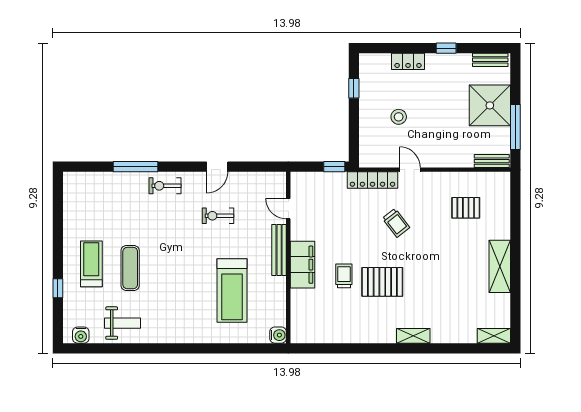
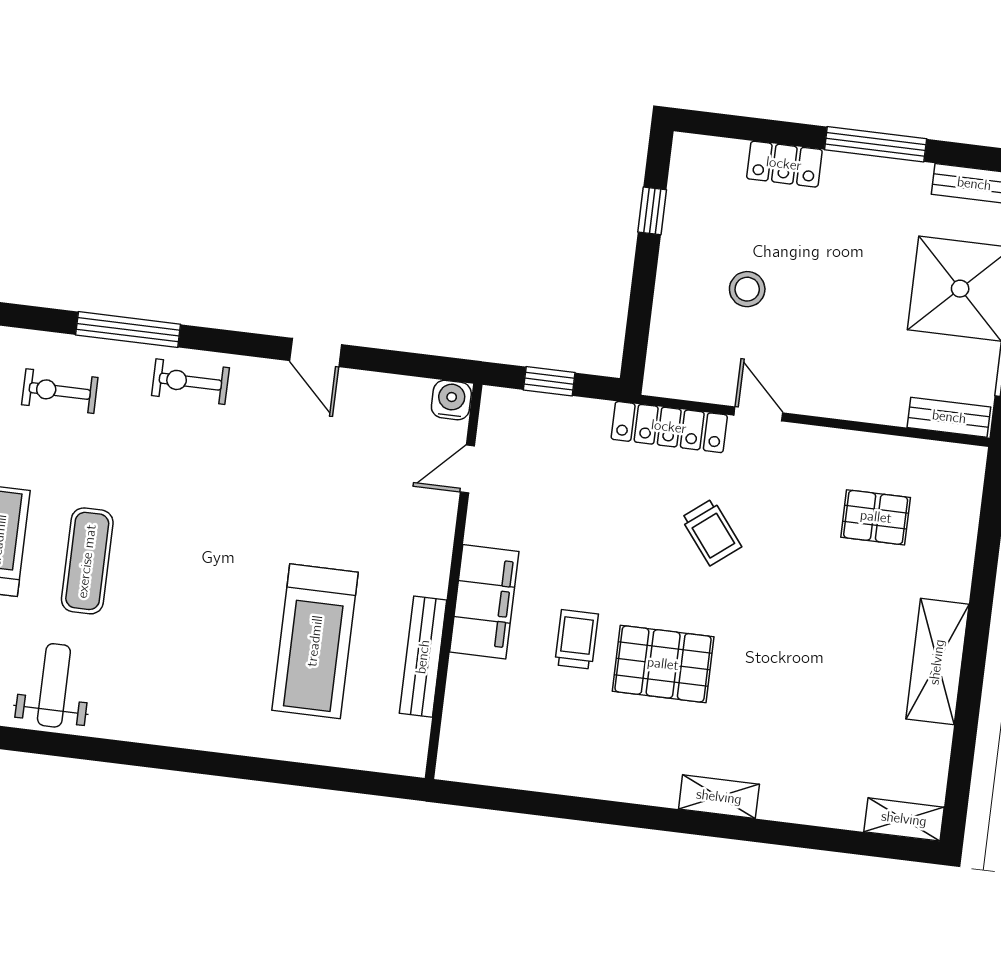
window: (446, 48) -> (876, 144), width x2.17
door: (217, 167) -> (316, 353), hinge flipped
window: (334, 167) -> (549, 381), moved
door: (288, 209) -> (467, 469), hinge flipped
exercise bike: (218, 216) -> (60, 391), moved
bench: (279, 250) -> (423, 657), moved
weight bench: (122, 323) -> (54, 685), turned -90
water cooler: (278, 335) -> (451, 400), moved, turned -90

